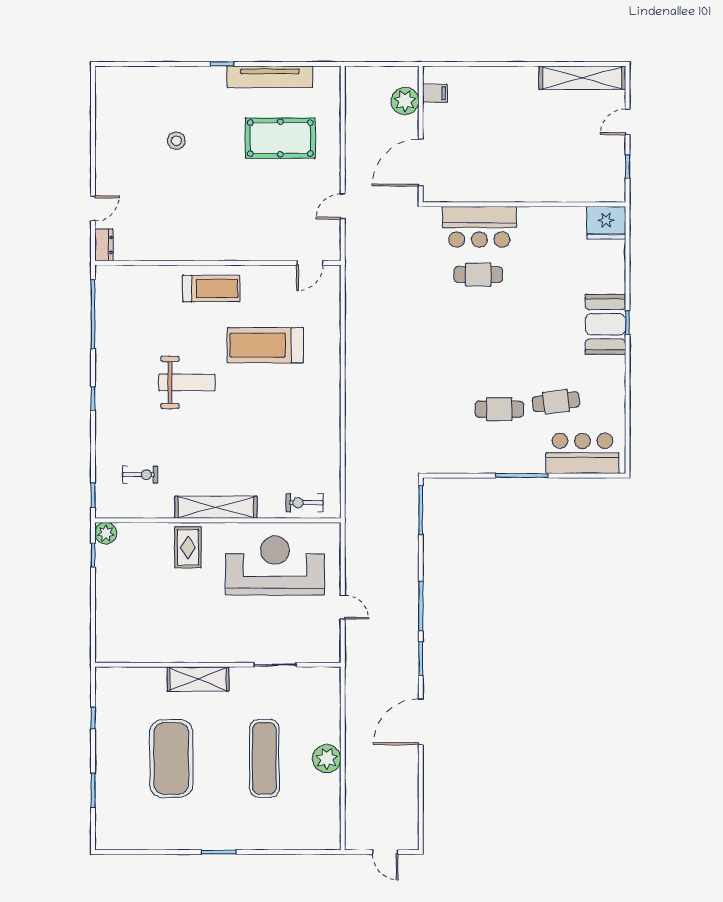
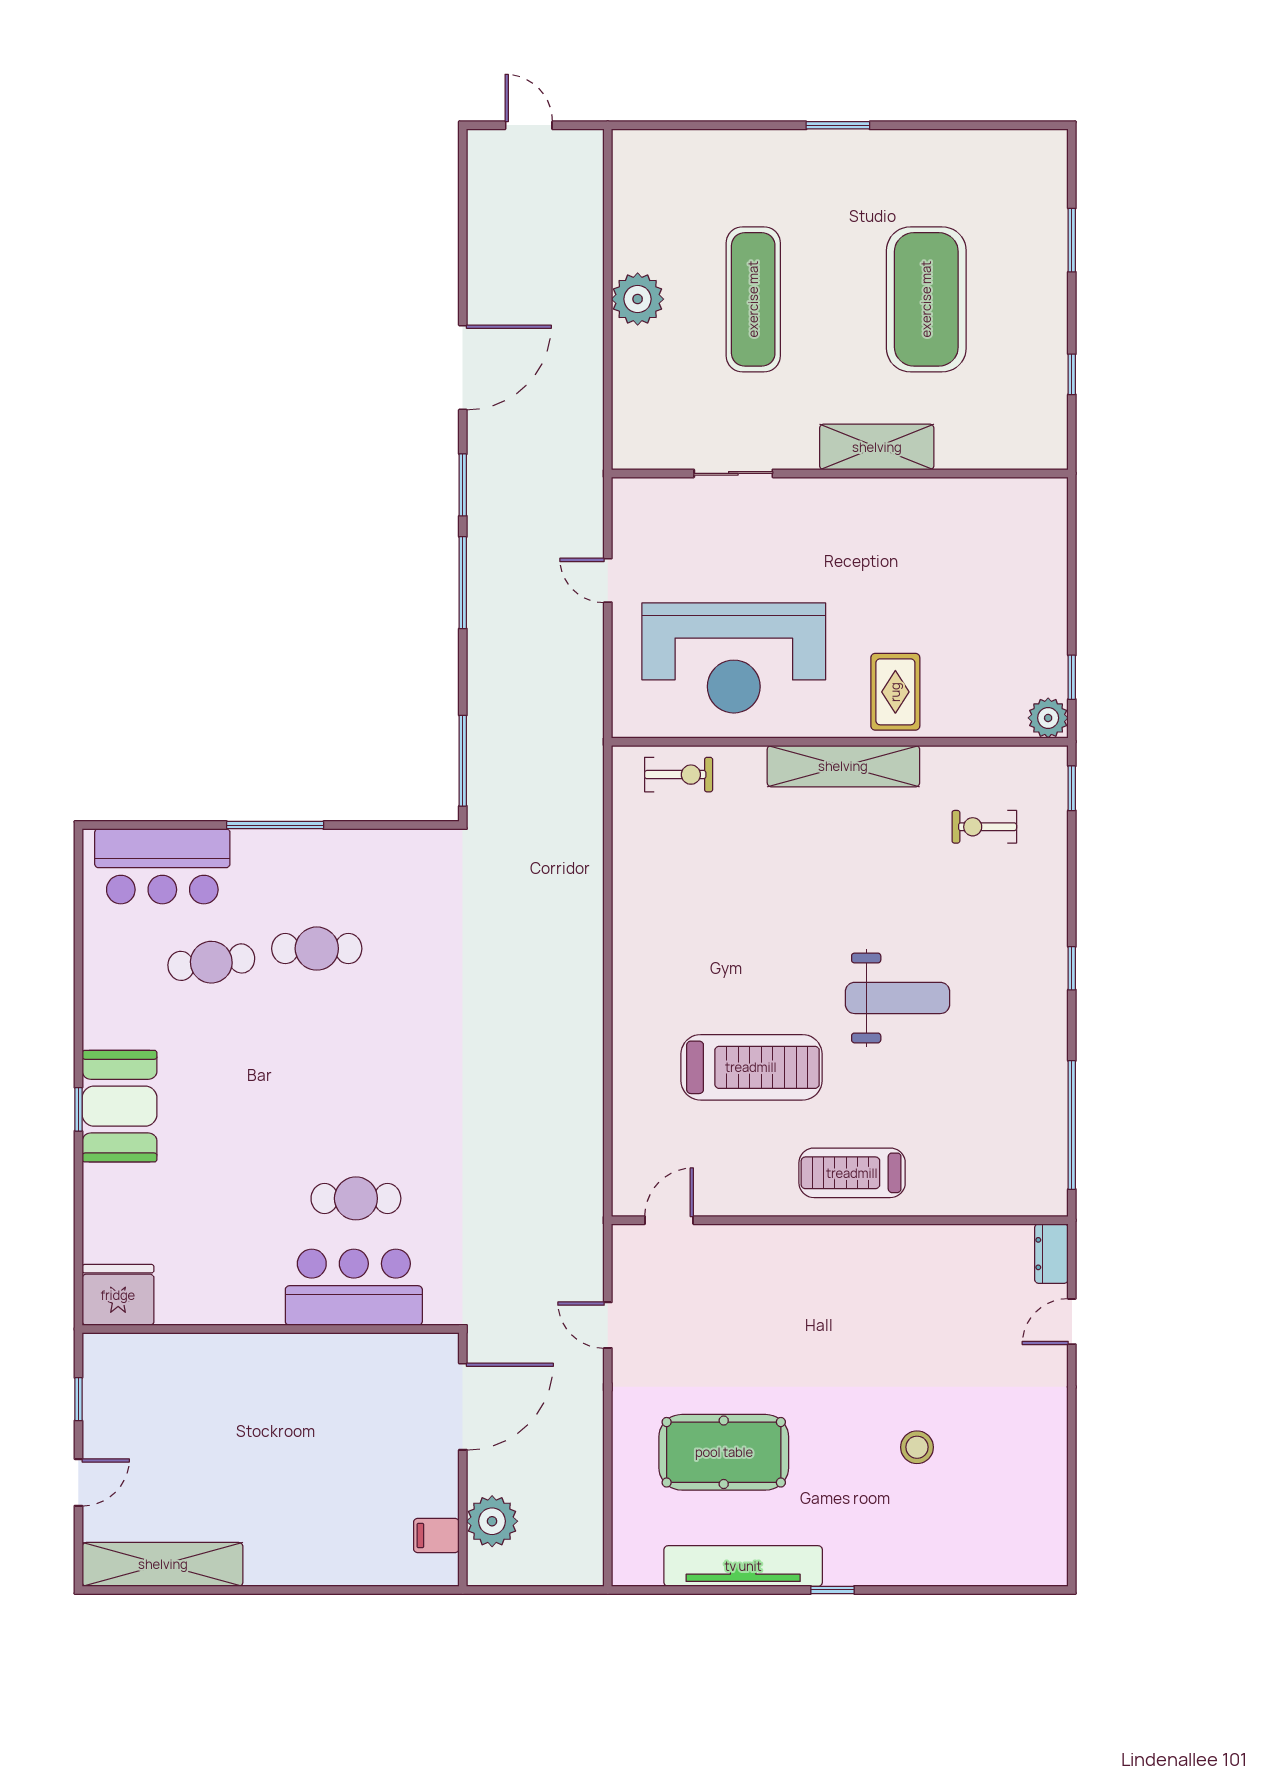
door: (343, 206) -> (608, 1325), swing flipped
weight bench: (187, 383) -> (897, 998), turned 180

